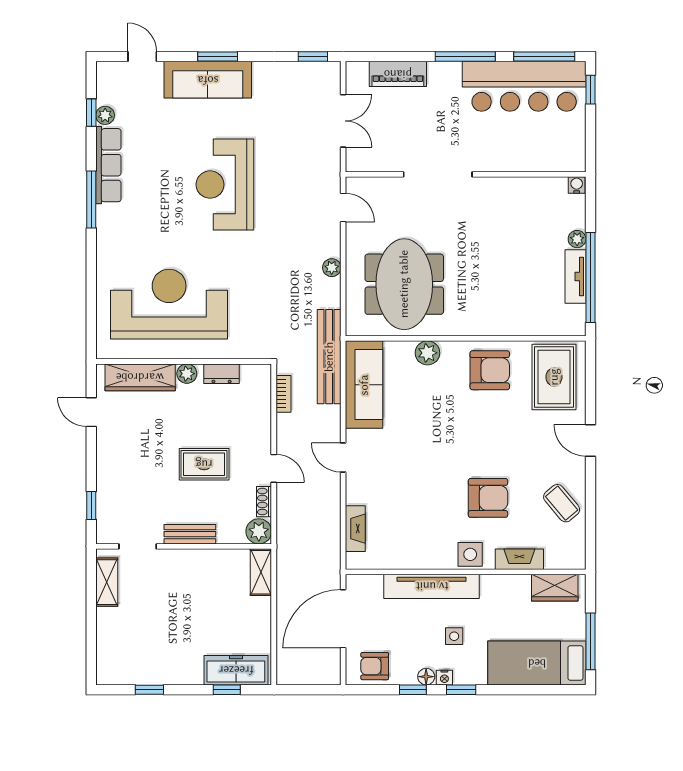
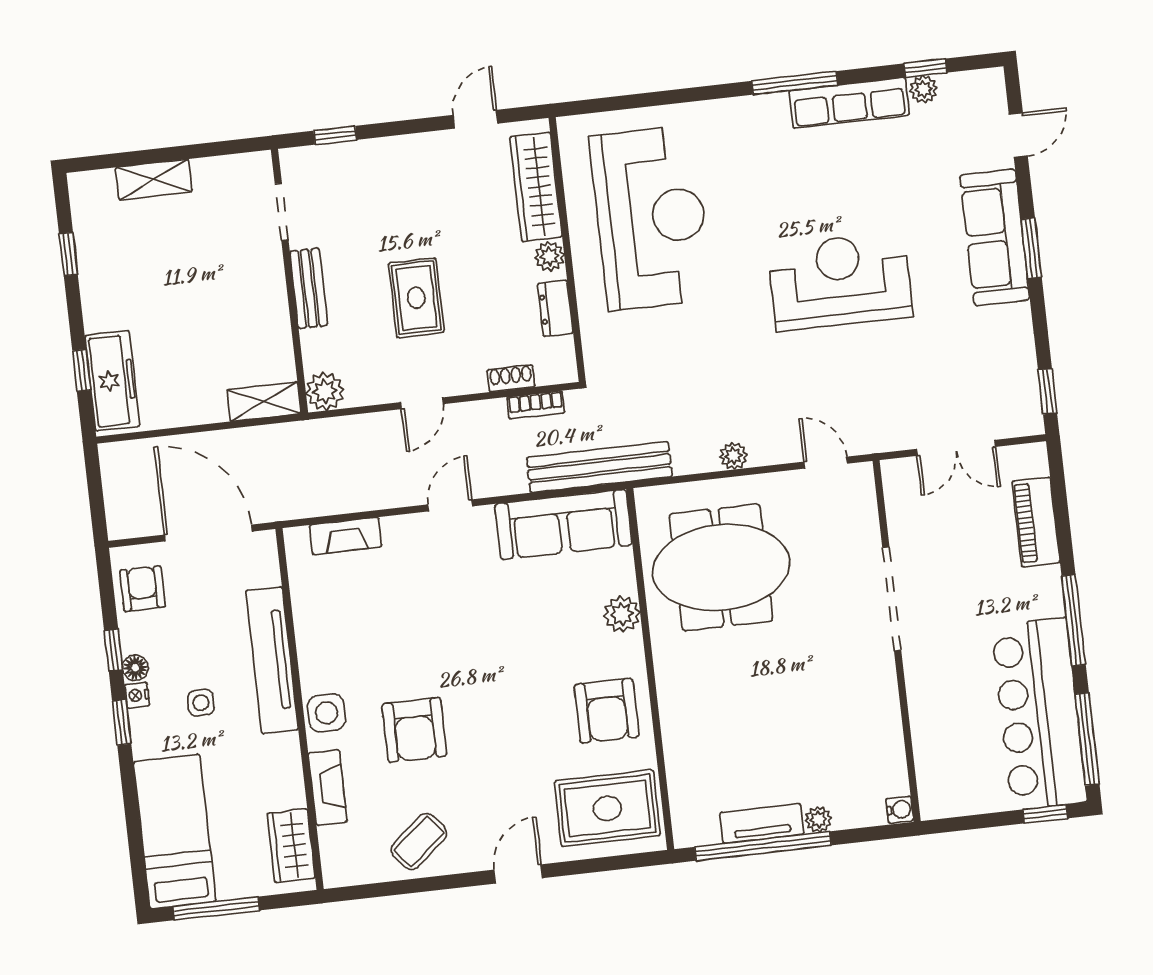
door: (343, 208) -> (826, 463), swing flipped
shoe rack: (264, 502) -> (511, 378), moved
shelving: (107, 582) -> (154, 180), moved

